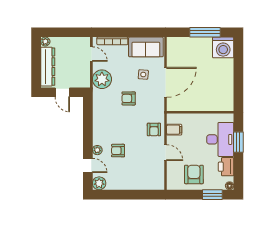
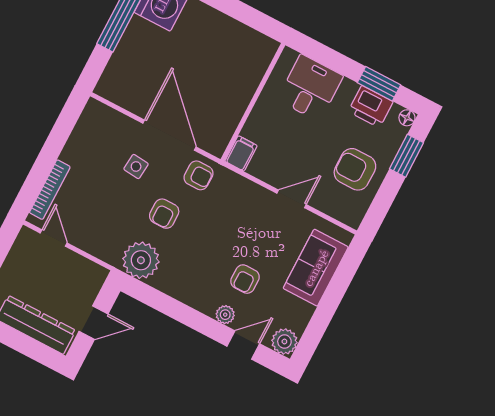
sofa: (146, 47) -> (316, 268), moved, turned 180
door: (91, 54) -> (54, 238), hinge flipped
plant: (102, 79) -> (141, 260), moved
armchair: (154, 130) -> (198, 175), moved
filing cabinet: (174, 130) -> (241, 153), moved
desk: (220, 139) -> (310, 88), width x0.73
window: (238, 142) -> (379, 84), moved

